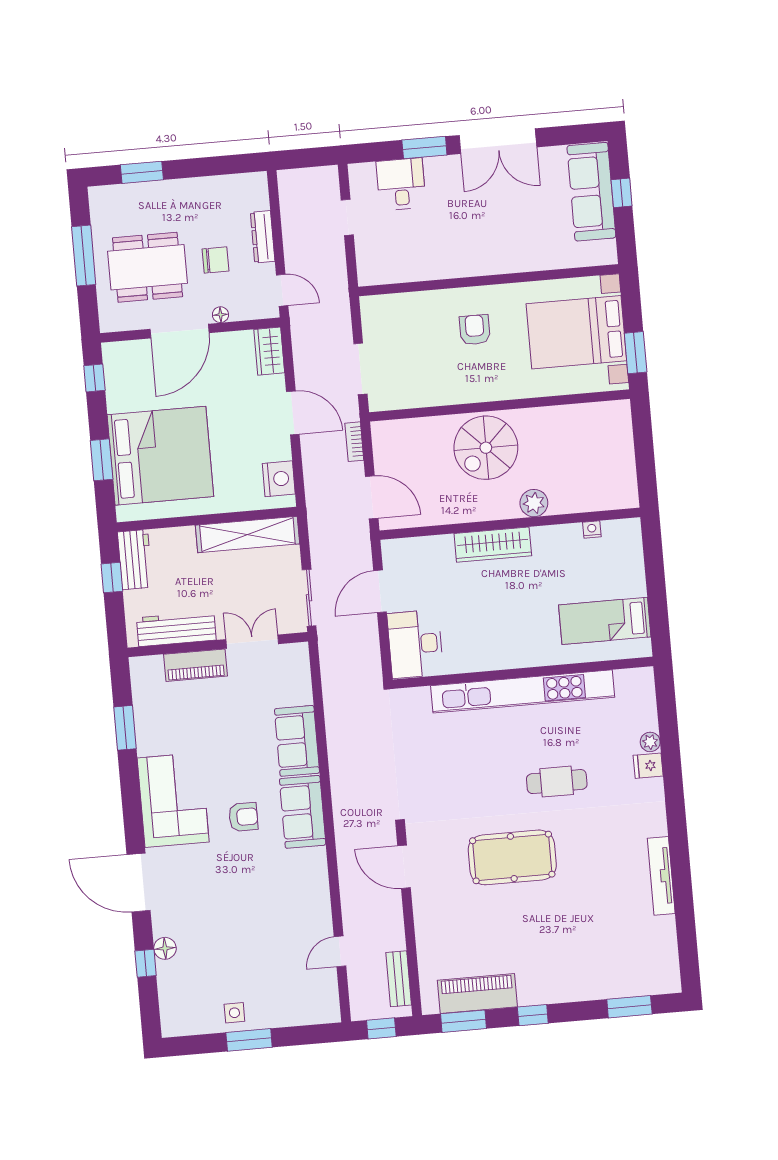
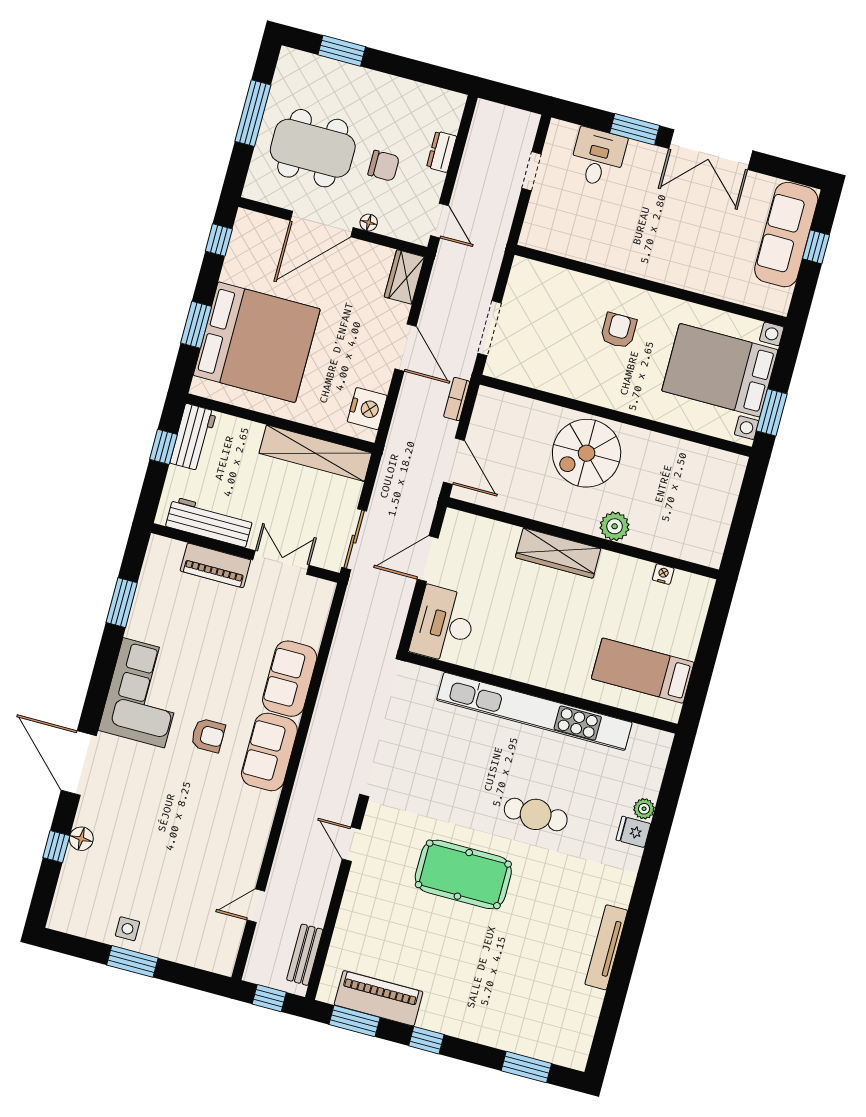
dresser: (263, 237) -> (442, 152), width x0.70
door: (404, 867) -> (351, 844), width x0.73

